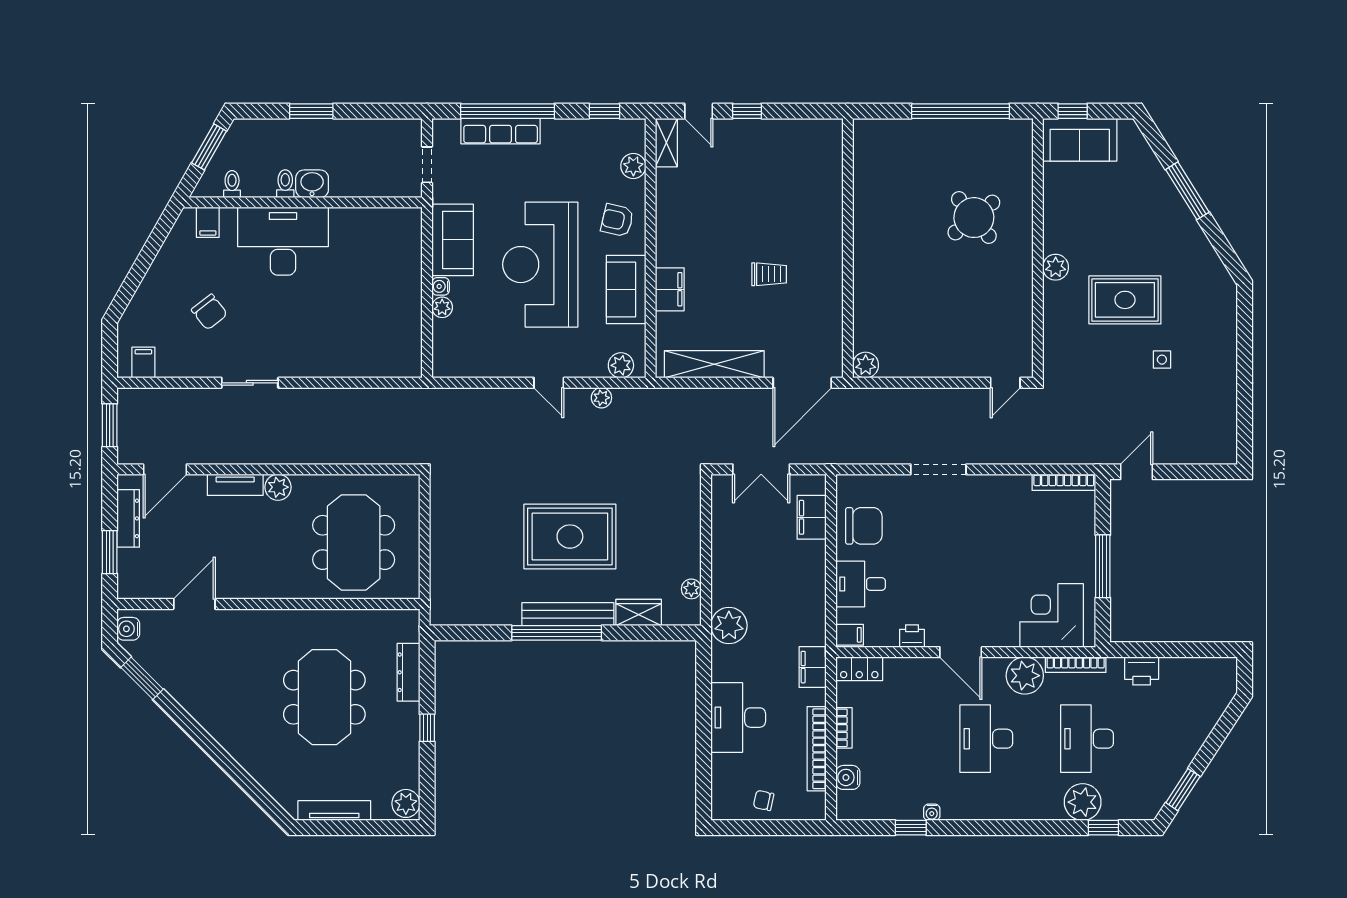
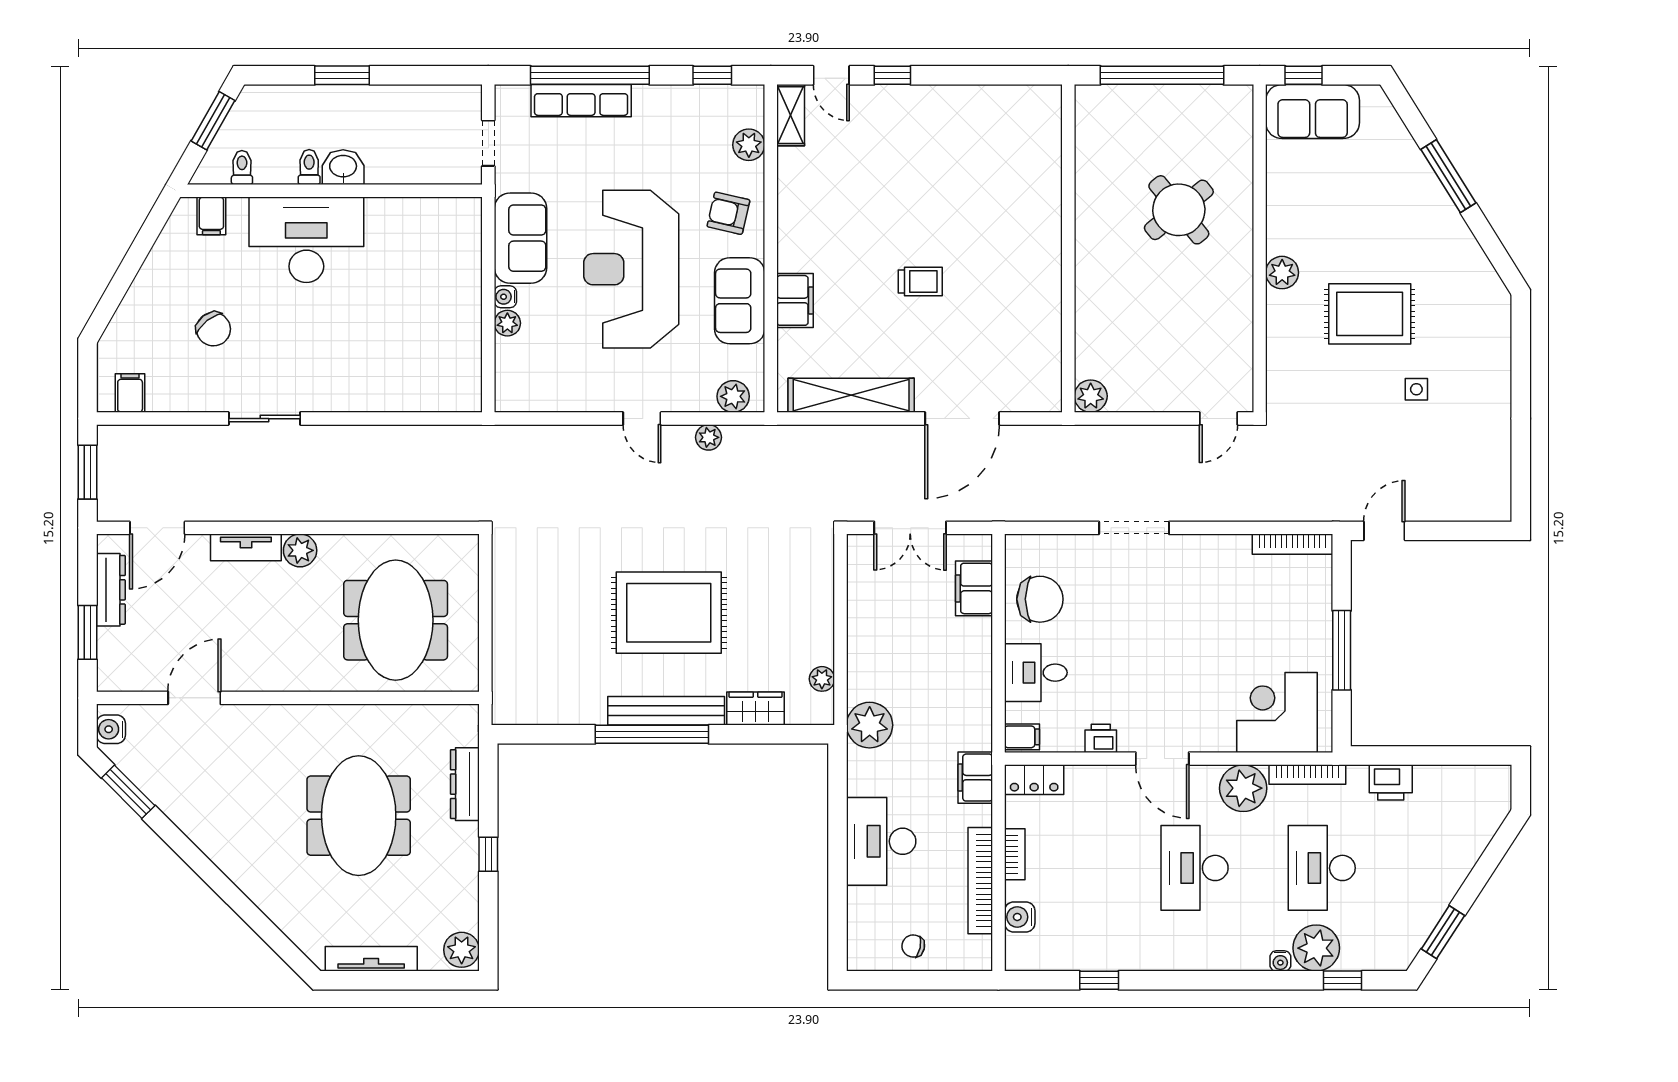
wall: (848, 248) -> (1068, 248), moved
plant: (866, 365) -> (1091, 396), moved
water cooler: (932, 812) -> (1280, 961), moved

